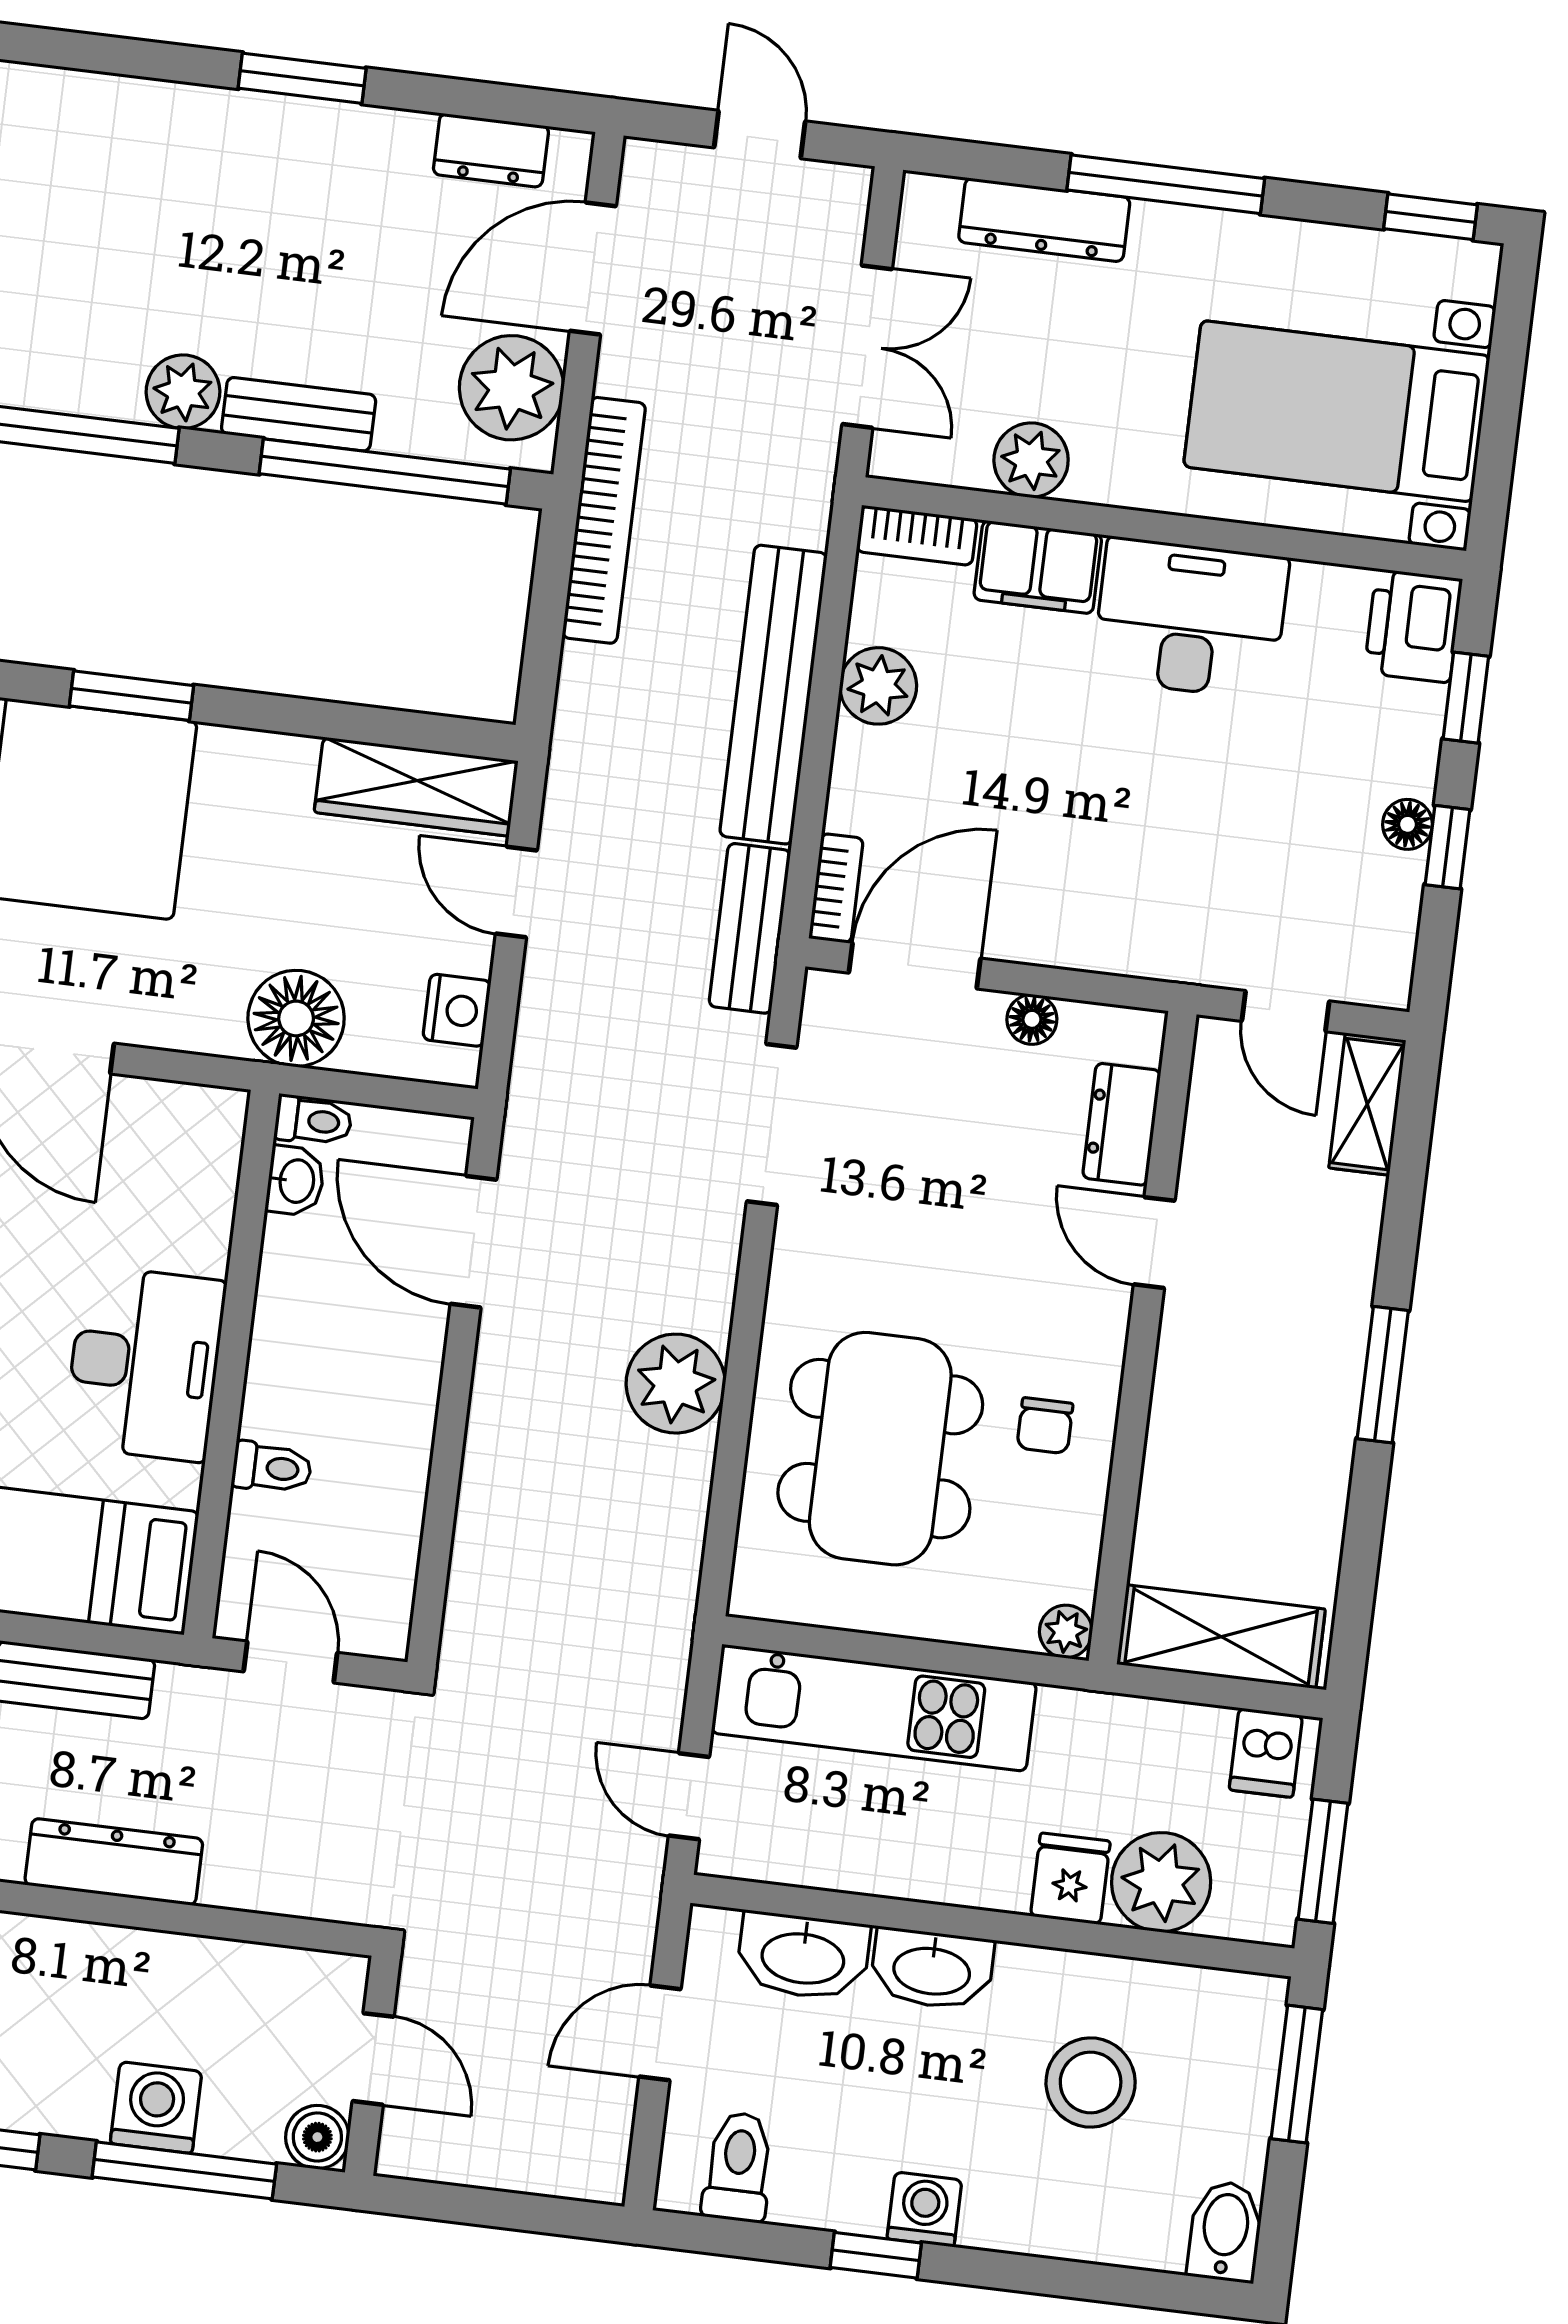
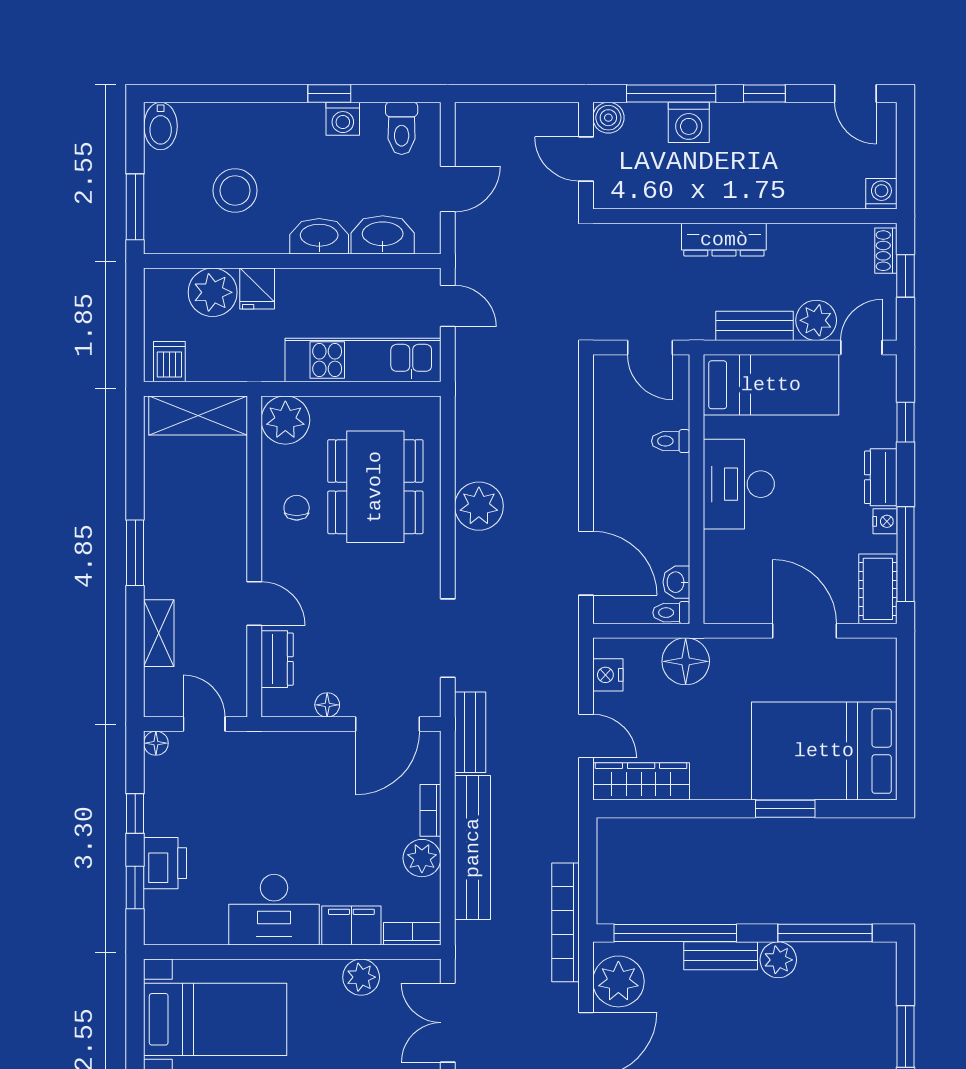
printer: (1413, 626) -> (165, 863), moved
floor lamp: (1407, 824) -> (156, 743), moved
bookcase: (836, 888) -> (430, 810), moved
shelving: (1367, 1104) -> (159, 633), moved
plant: (1066, 1631) -> (285, 420), width x1.88, depth x1.88
window: (1323, 1861) -> (135, 312), removed
washing machine: (924, 2209) -> (343, 119), moved

